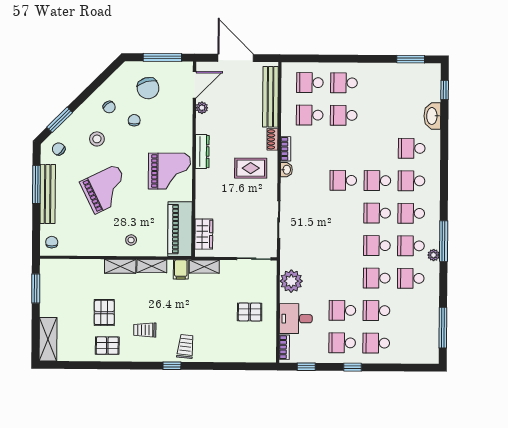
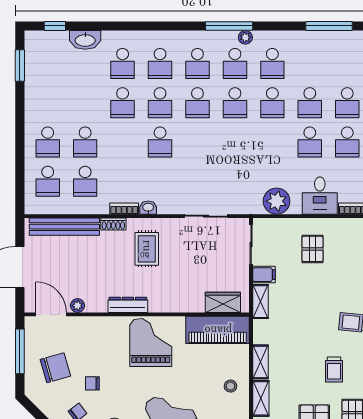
school desk: (378, 148) -> (123, 103), added
filing cabinet: (181, 269) -> (264, 275), moved

